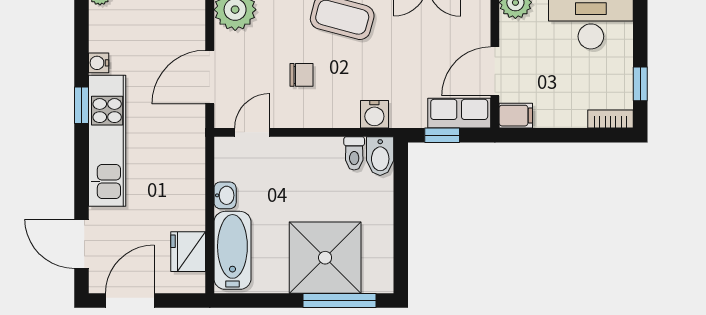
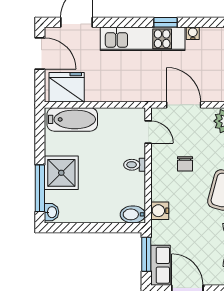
window: (442, 135) -> (146, 254), width x1.50
toilet: (354, 153) -> (135, 165), moved
washbasin: (225, 195) -> (52, 212), moved, turned -90
fridge: (188, 252) -> (67, 87), width x1.36, depth x1.34
shower: (325, 258) -> (61, 173), width x0.73, depth x0.73

